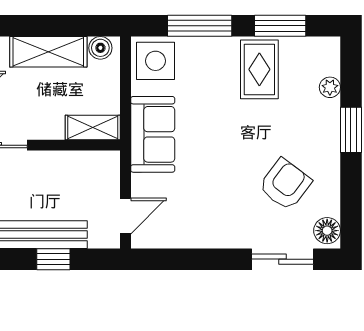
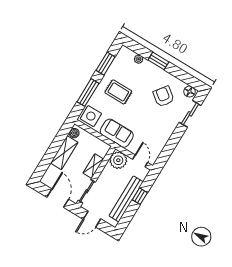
rug: (259, 69) -> (118, 92), moved
shelving: (93, 127) -> (93, 166), moved
plant: (100, 171) -> (118, 160), added

